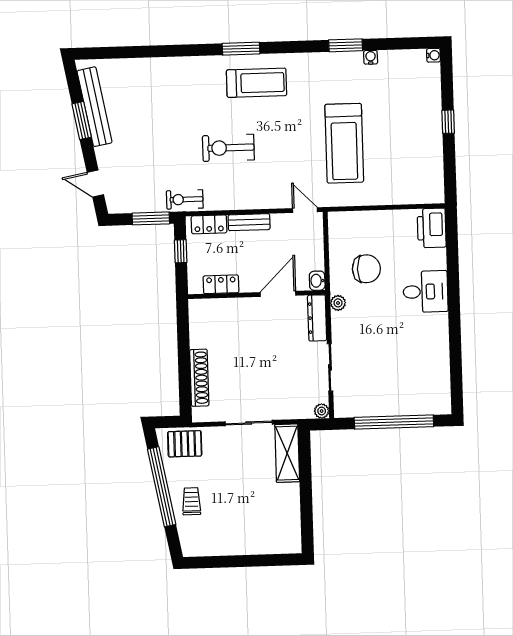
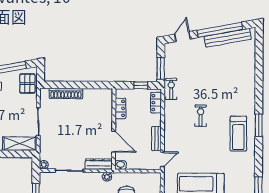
window: (82, 120) -> (220, 30), width x2.11
exercise bike: (228, 148) -> (201, 116), width x0.73, depth x0.72
bench: (249, 222) -> (156, 139), moved

